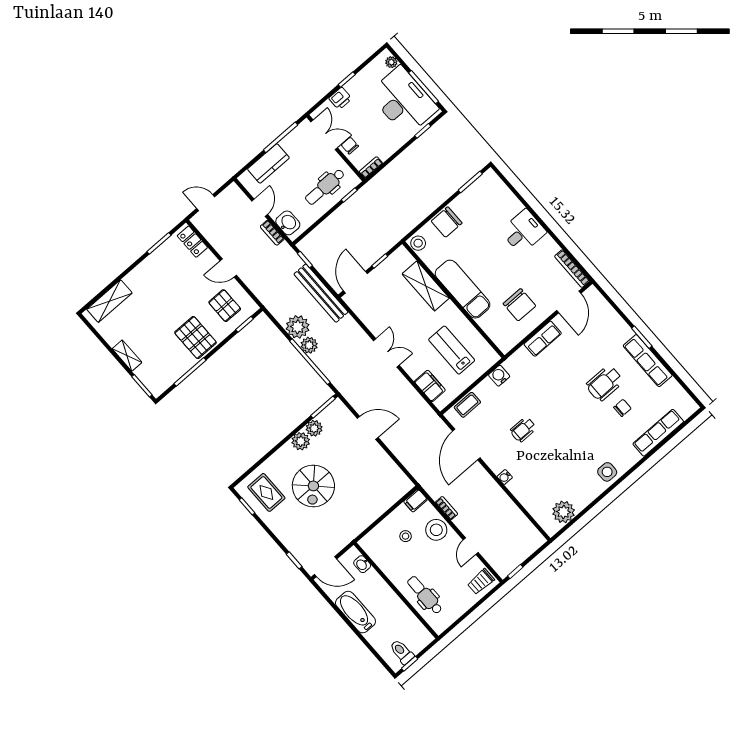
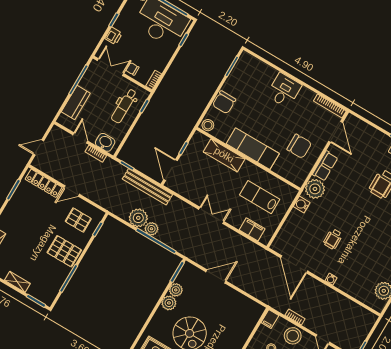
locker: (192, 242) -> (44, 183), width x1.53
plant: (521, 362) -> (315, 189), added
coffee table: (467, 405) -> (285, 234), removed

